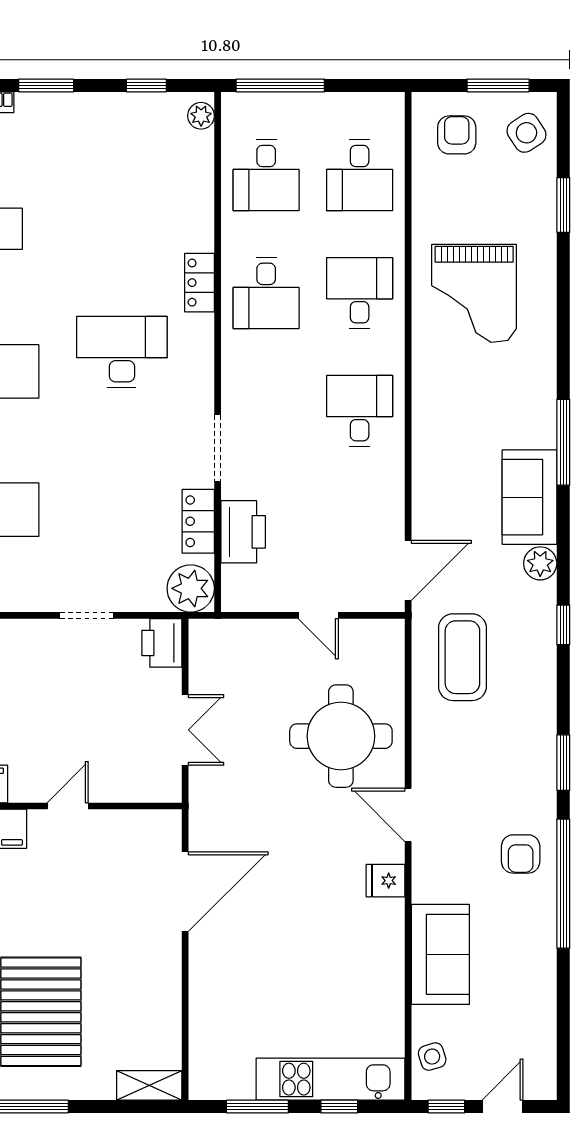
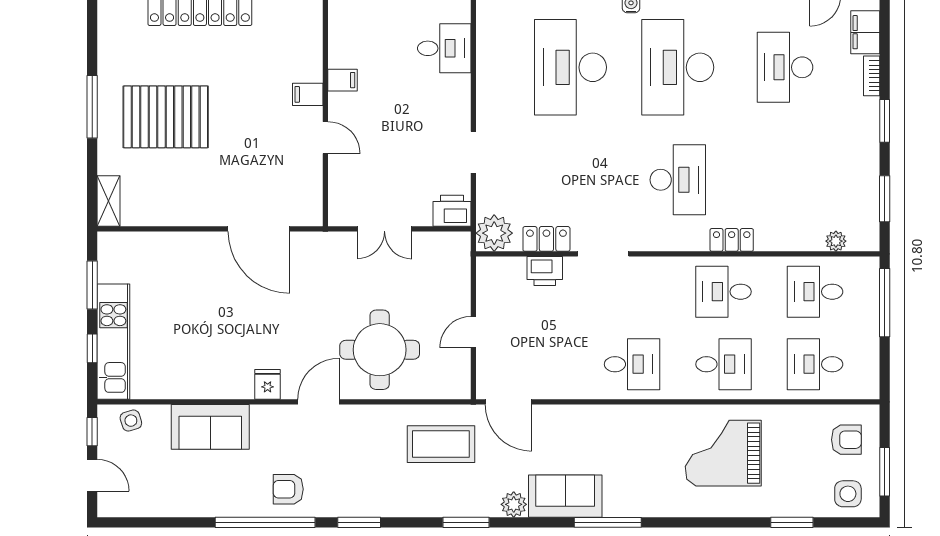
window: (146, 85) -> (885, 199), width x1.50
plant: (201, 116) -> (836, 241), moved
side table: (526, 133) -> (848, 494), turned 33
printer: (243, 532) -> (545, 271), width x0.73, depth x0.84
window: (563, 625) -> (466, 522), width x1.50

